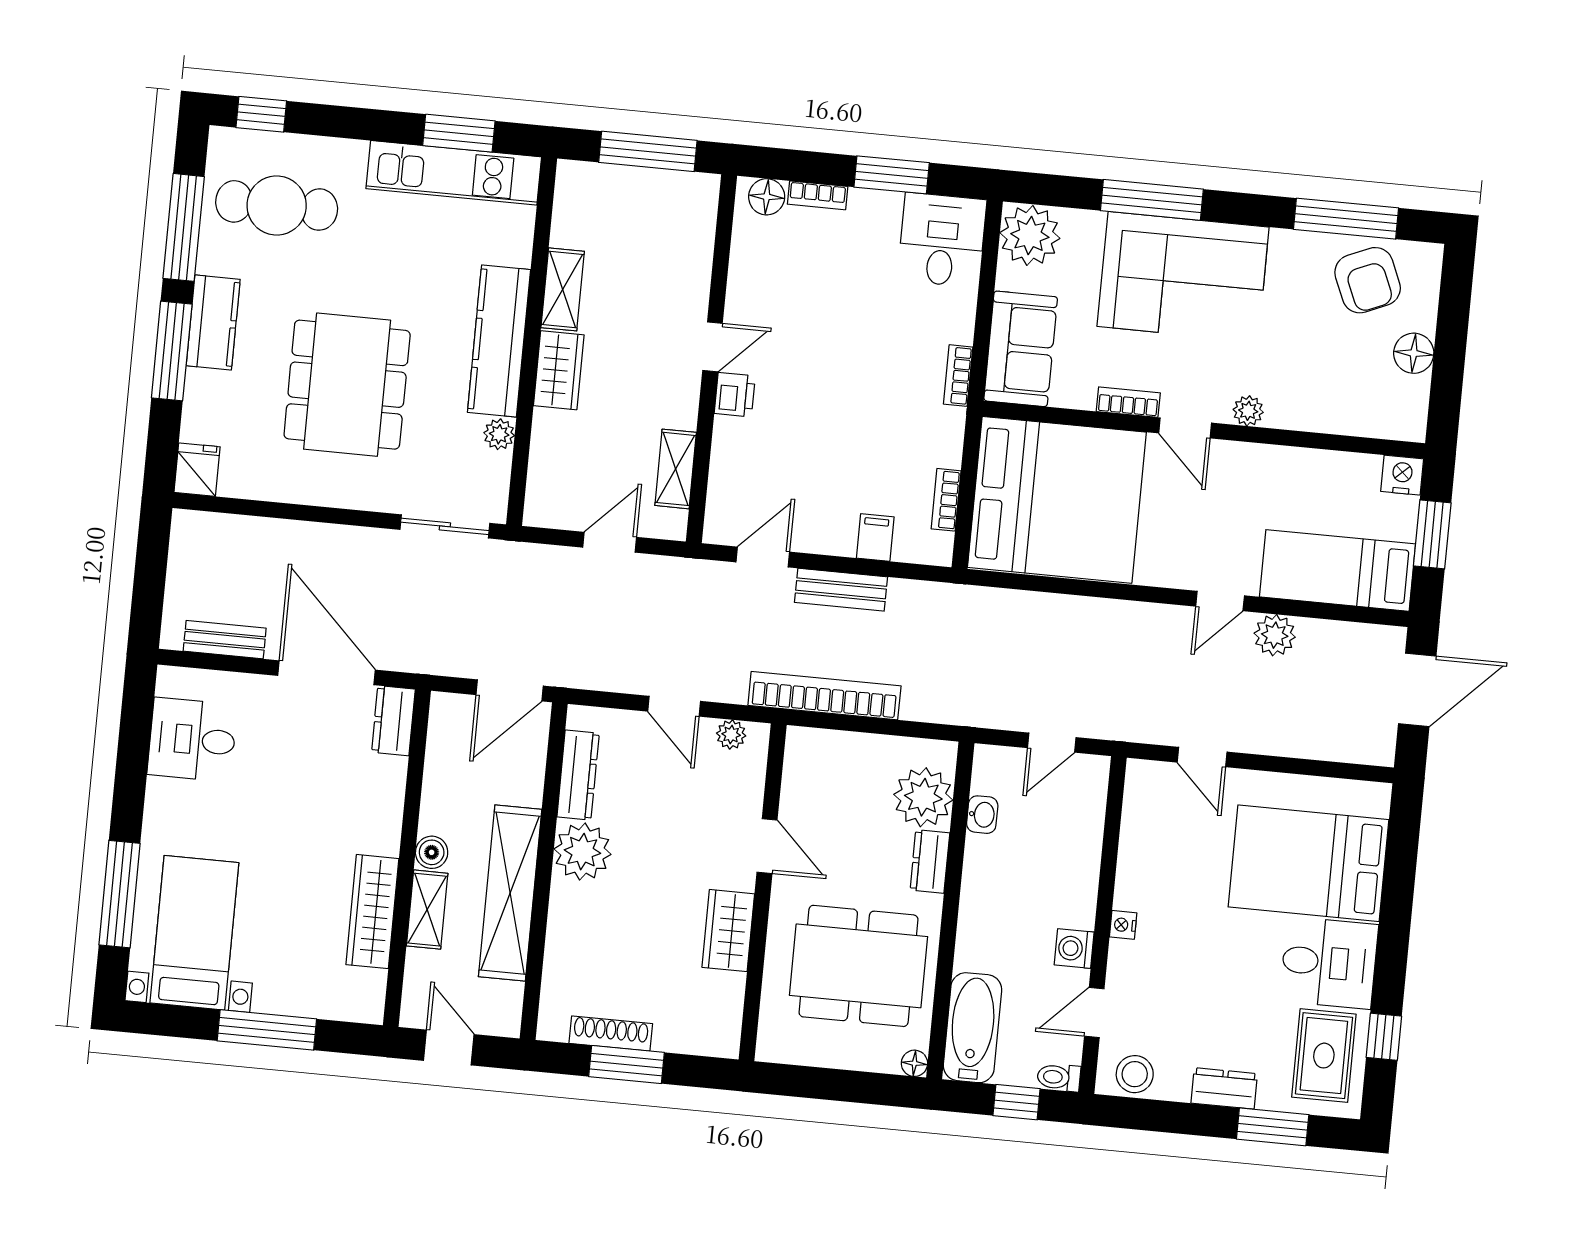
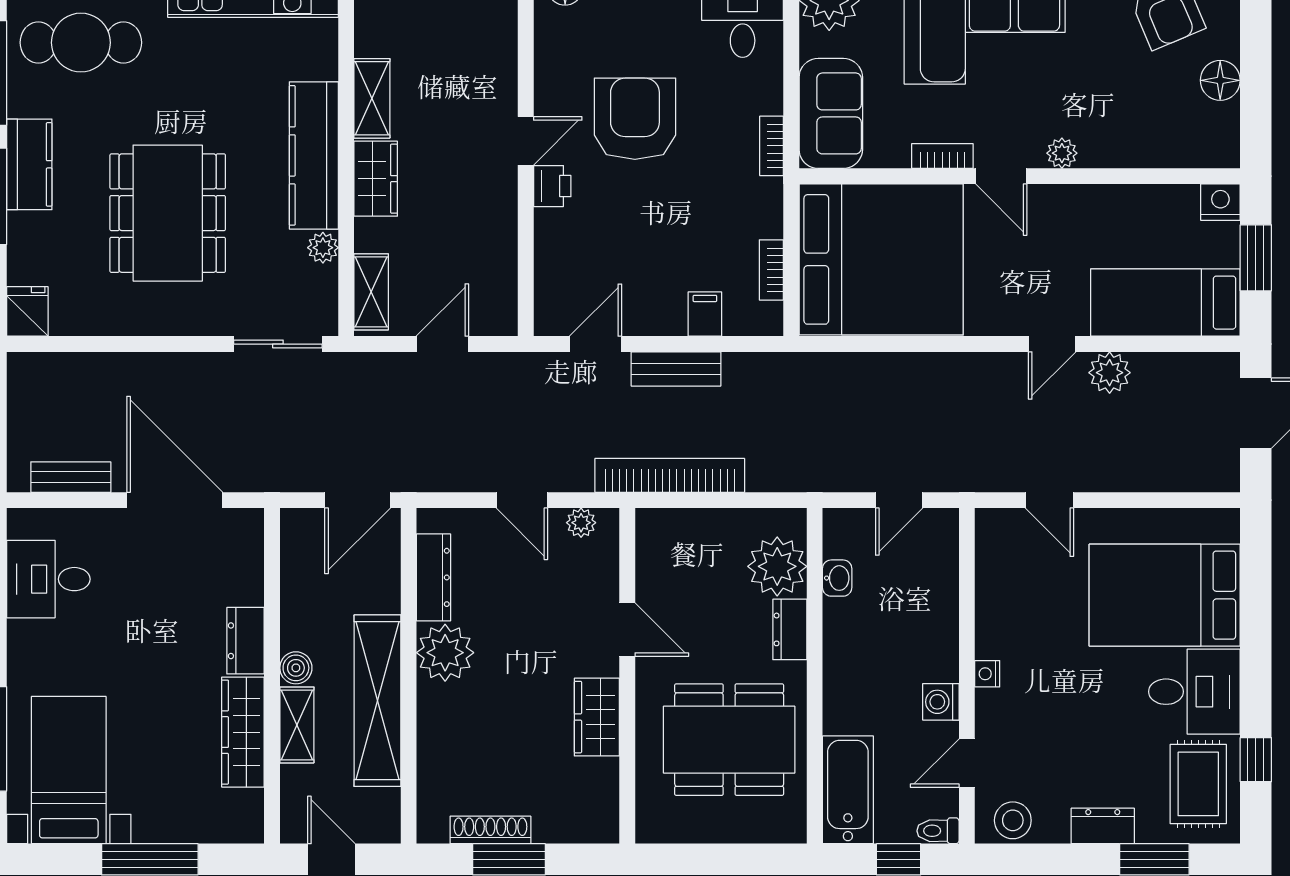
armchair: (824, 335) -> (635, 119), added
shelving: (676, 469) -> (371, 292), moved
dresser: (393, 721) -> (246, 641), moved
floor lamp: (914, 1063) -> (794, 831), removed

